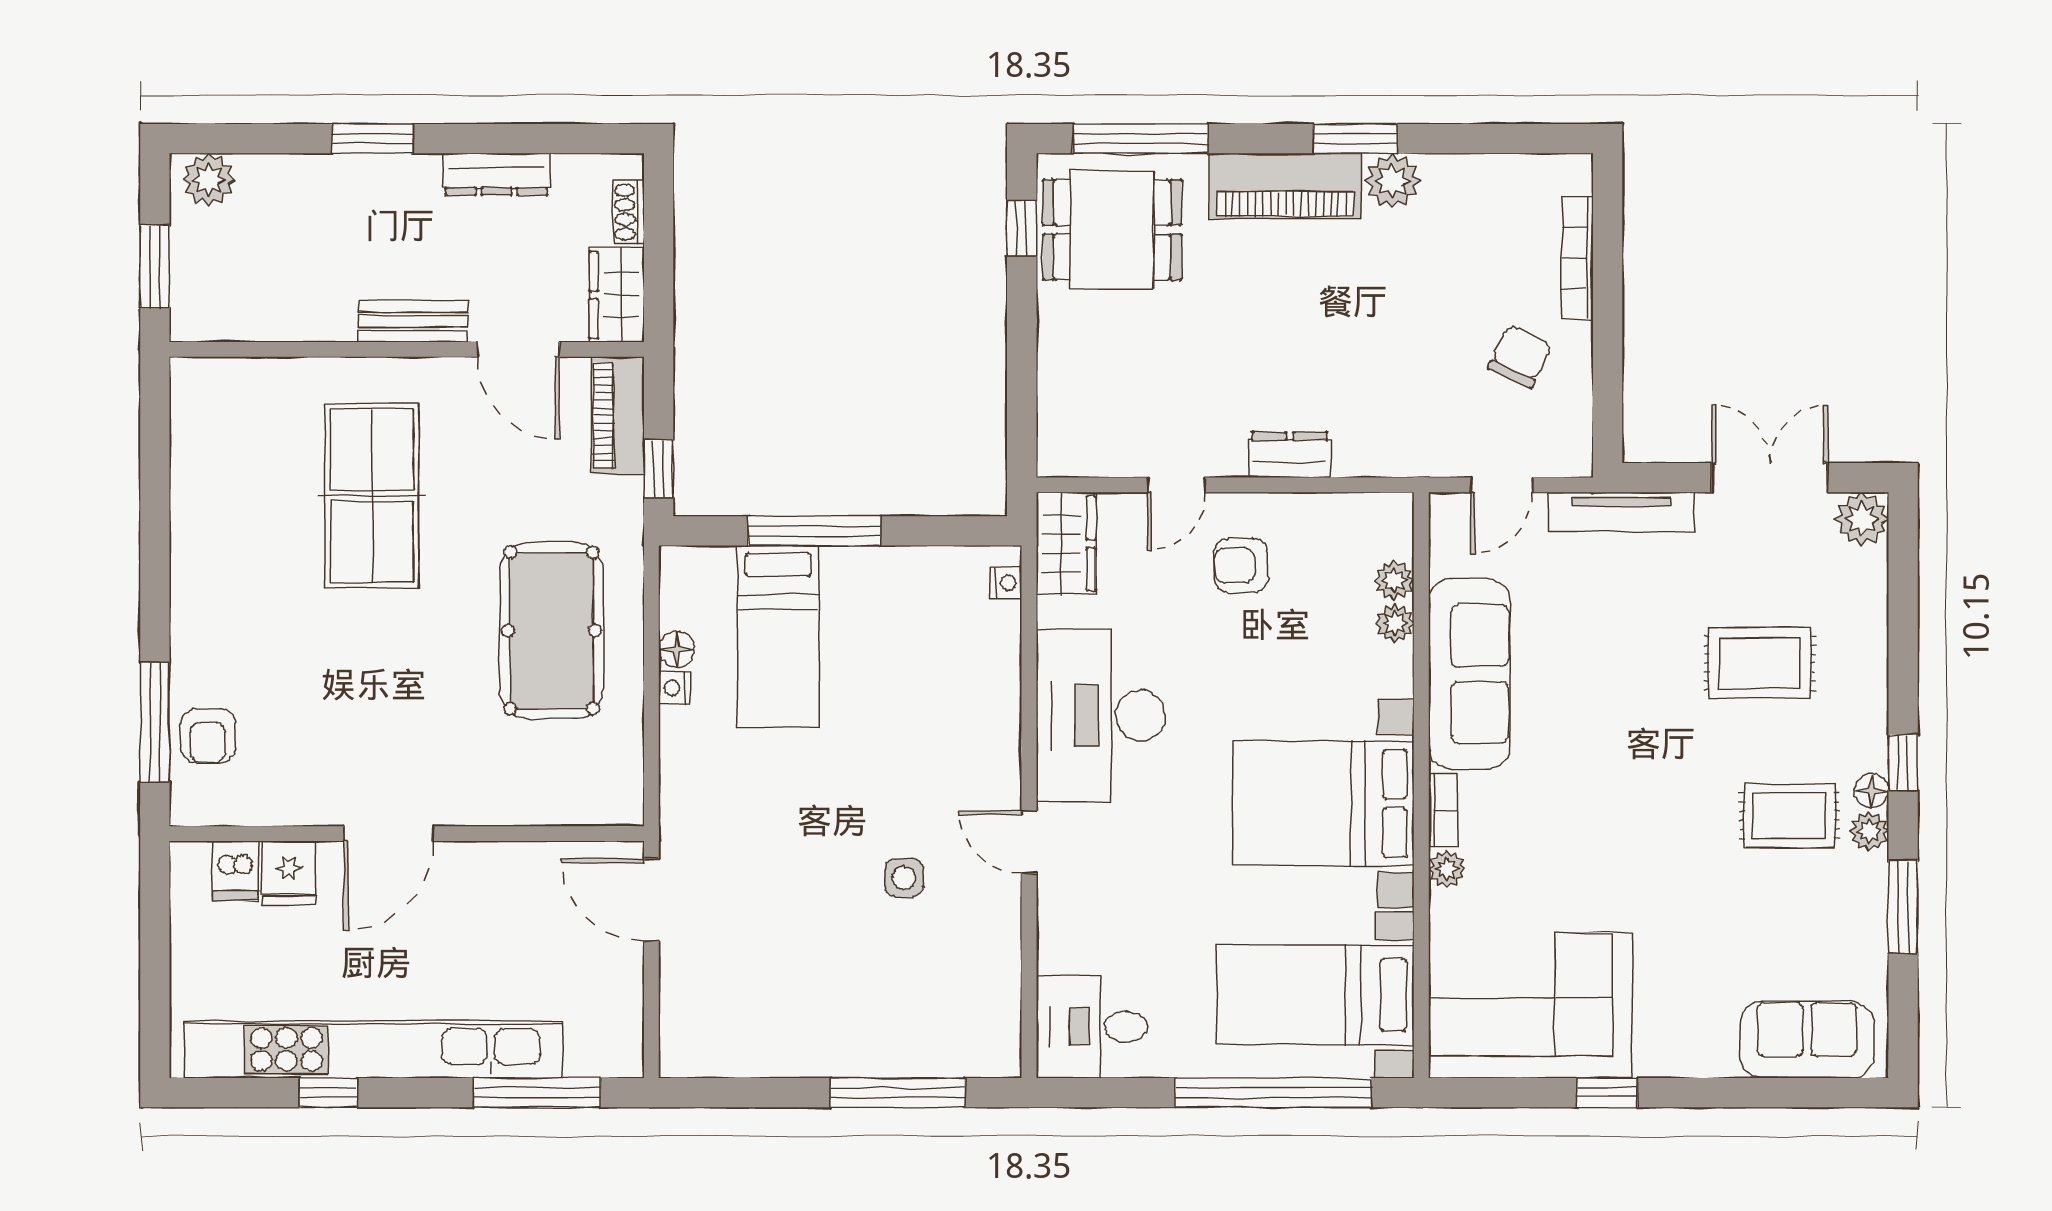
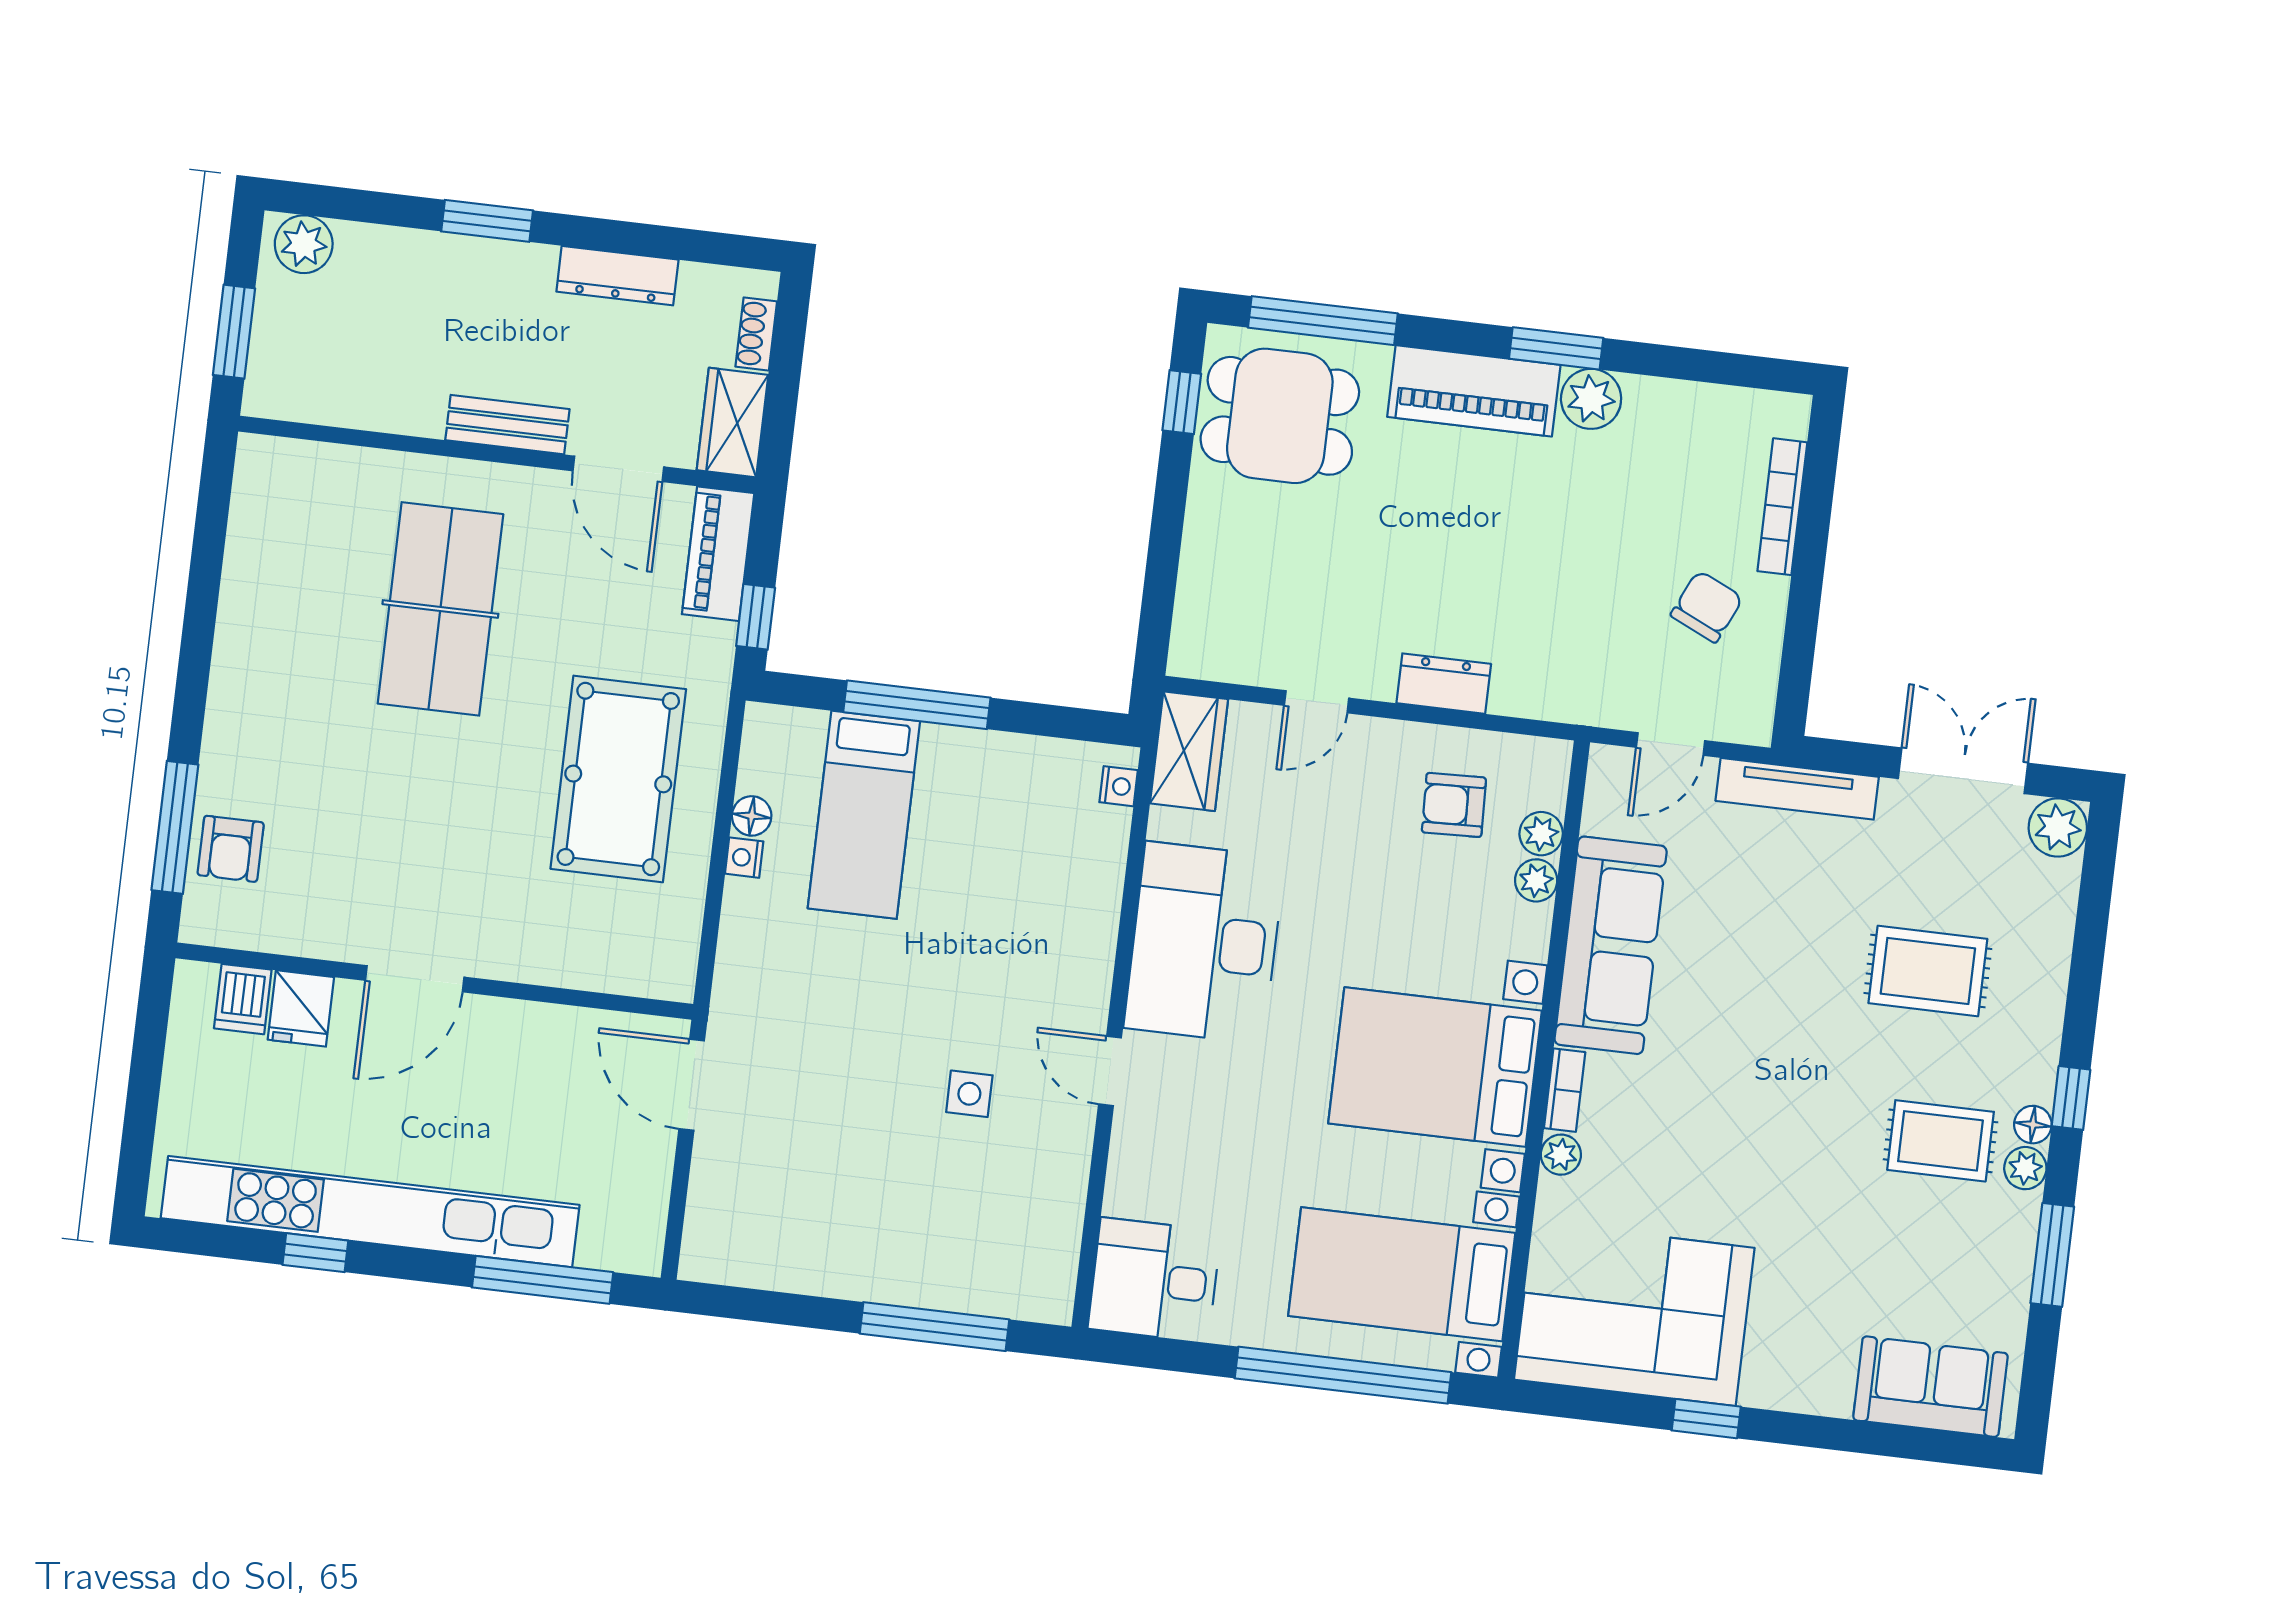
armchair: (1241, 565) -> (1454, 805), moved

